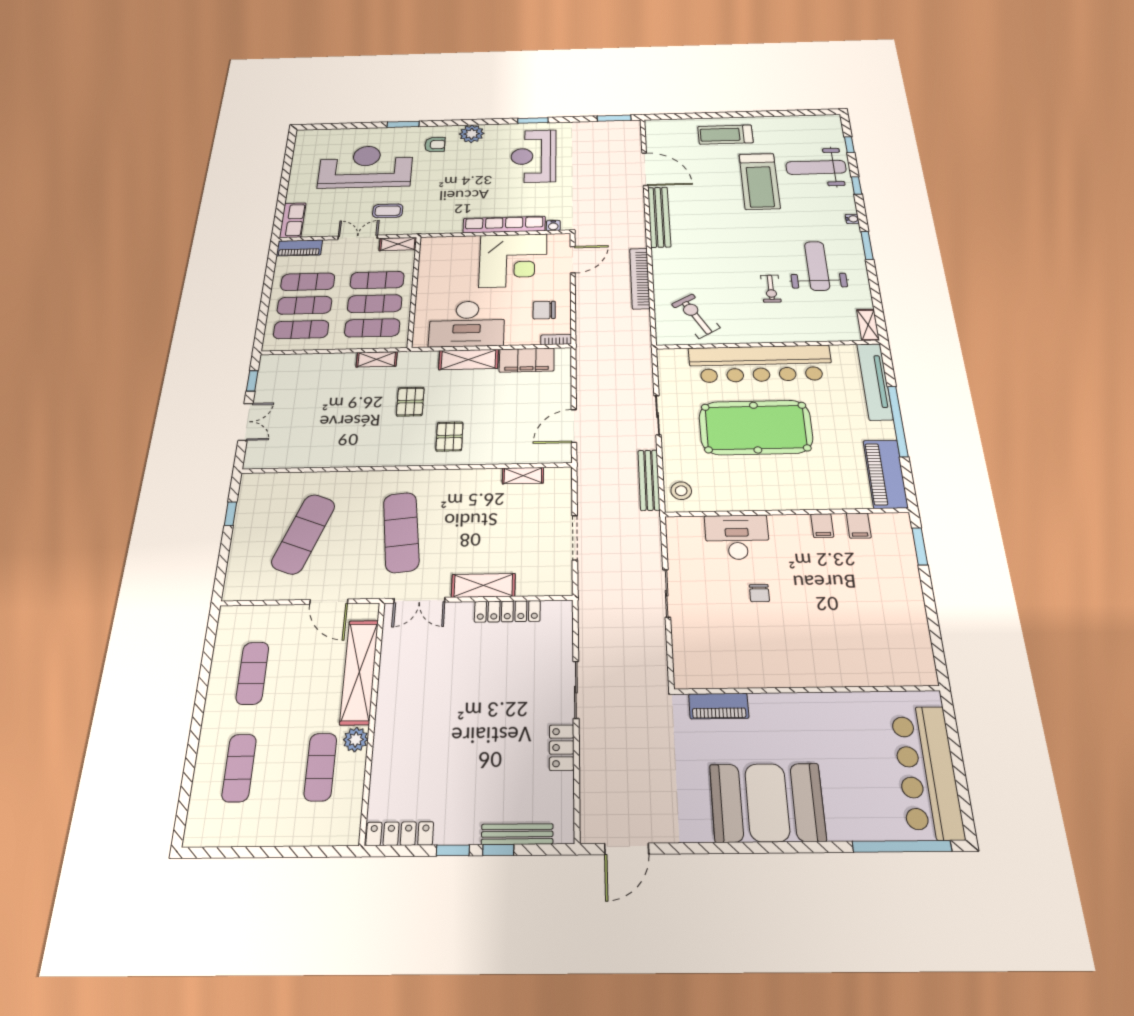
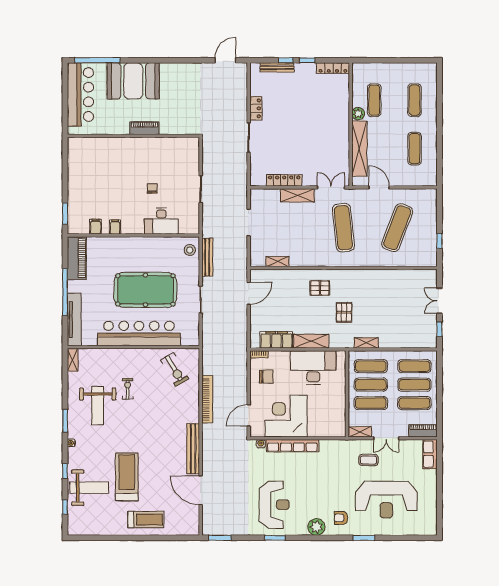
pallet: (449, 437) -> (320, 288), turned 90
piano: (719, 706) -> (144, 128), moved
booth: (767, 802) -> (133, 81), moved

